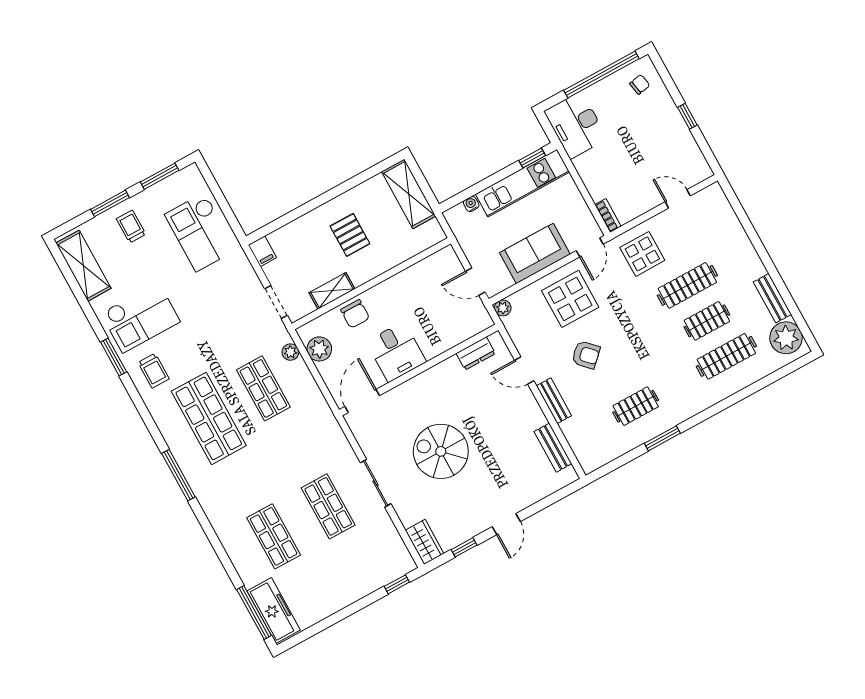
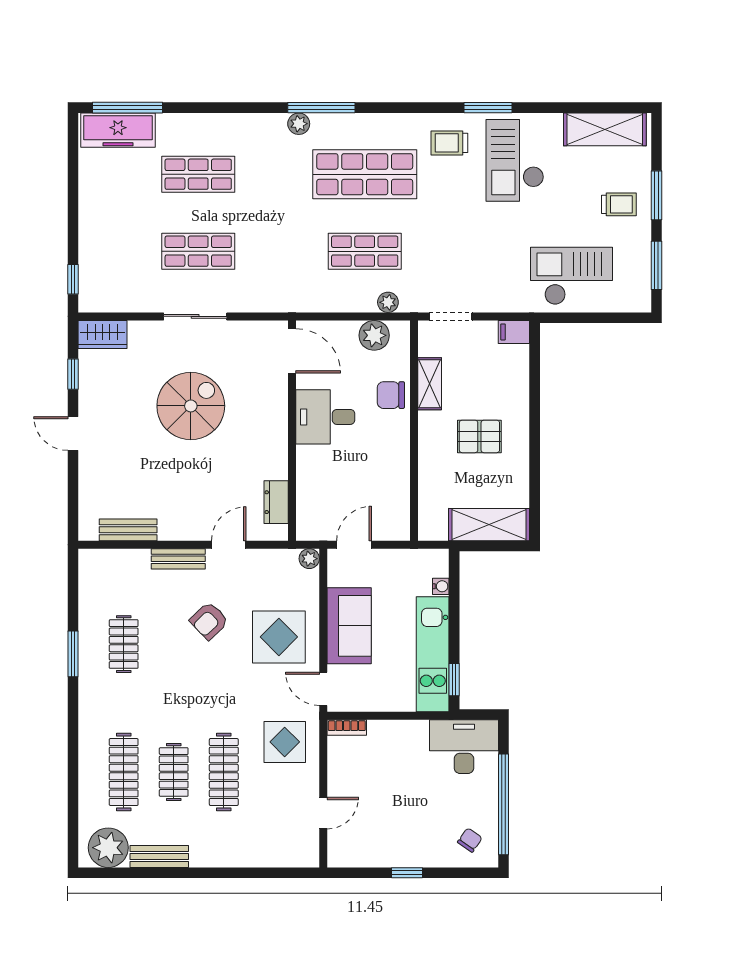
chair: (640, 84) -> (470, 840), turned -134
plant: (199, 485) -> (299, 124), added

